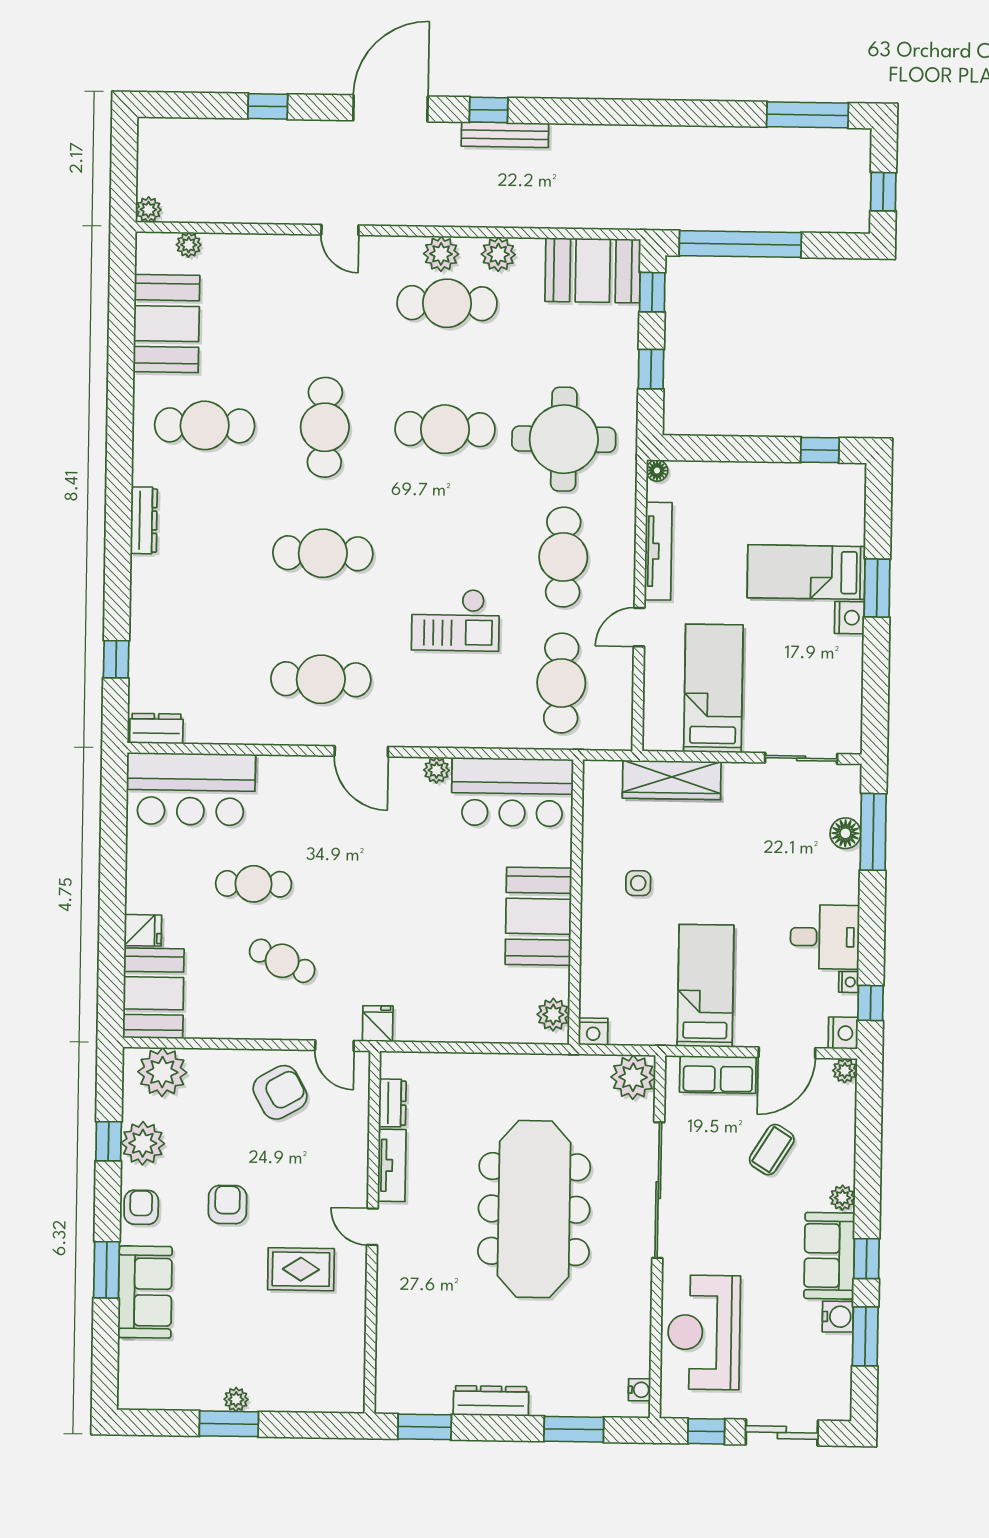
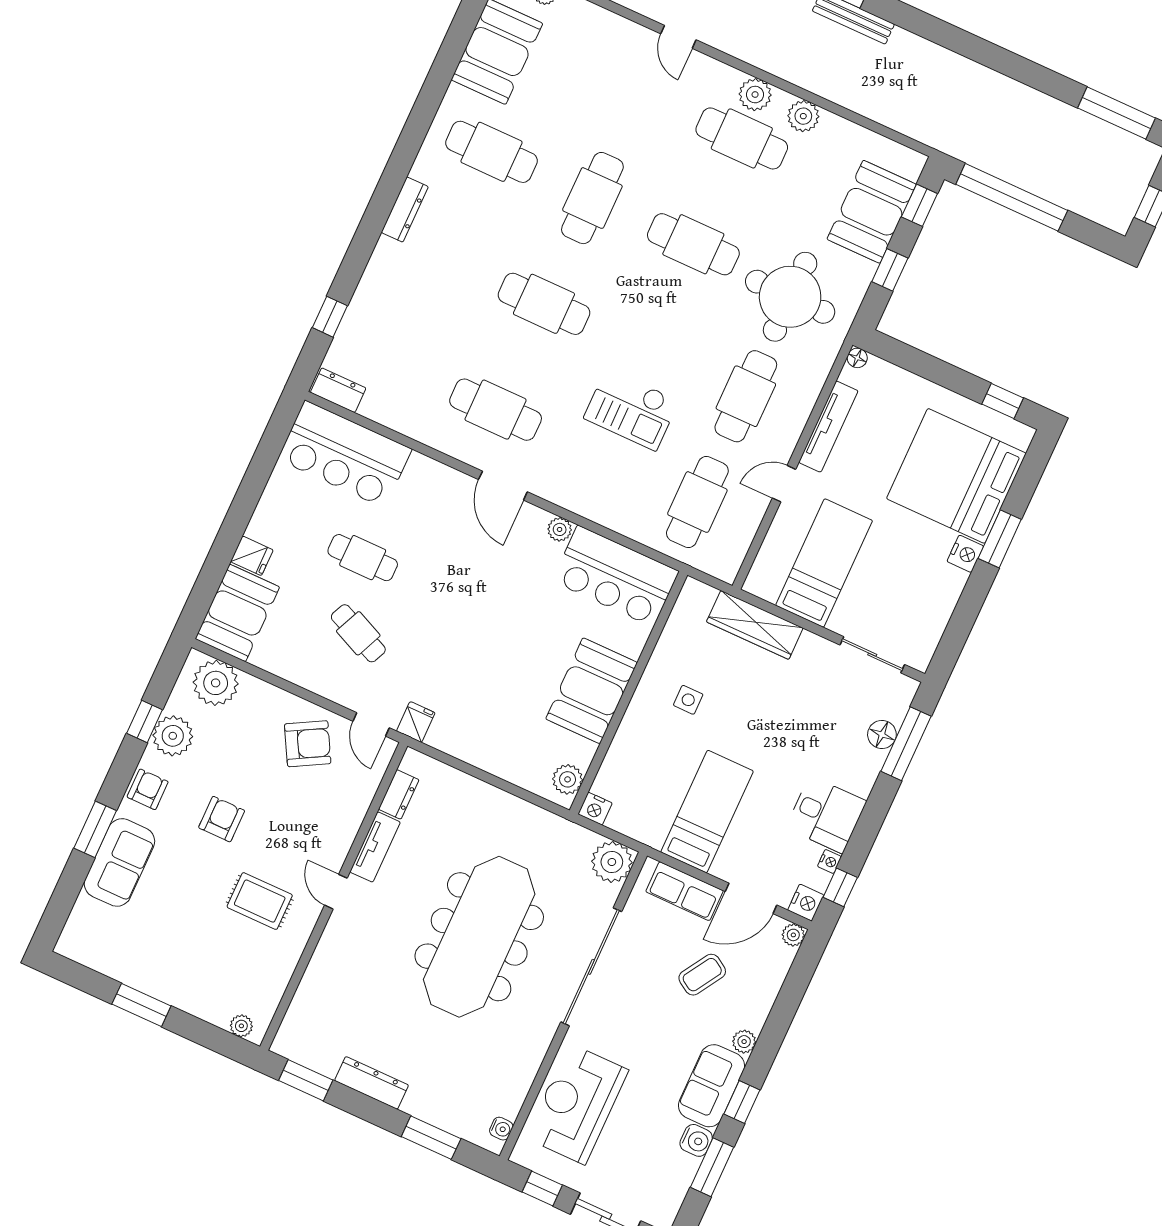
booth: (593, 270) -> (872, 212), moved, turned 90
bed: (806, 572) -> (956, 476), width x2.04
plant: (236, 1399) -> (241, 1026), moved

